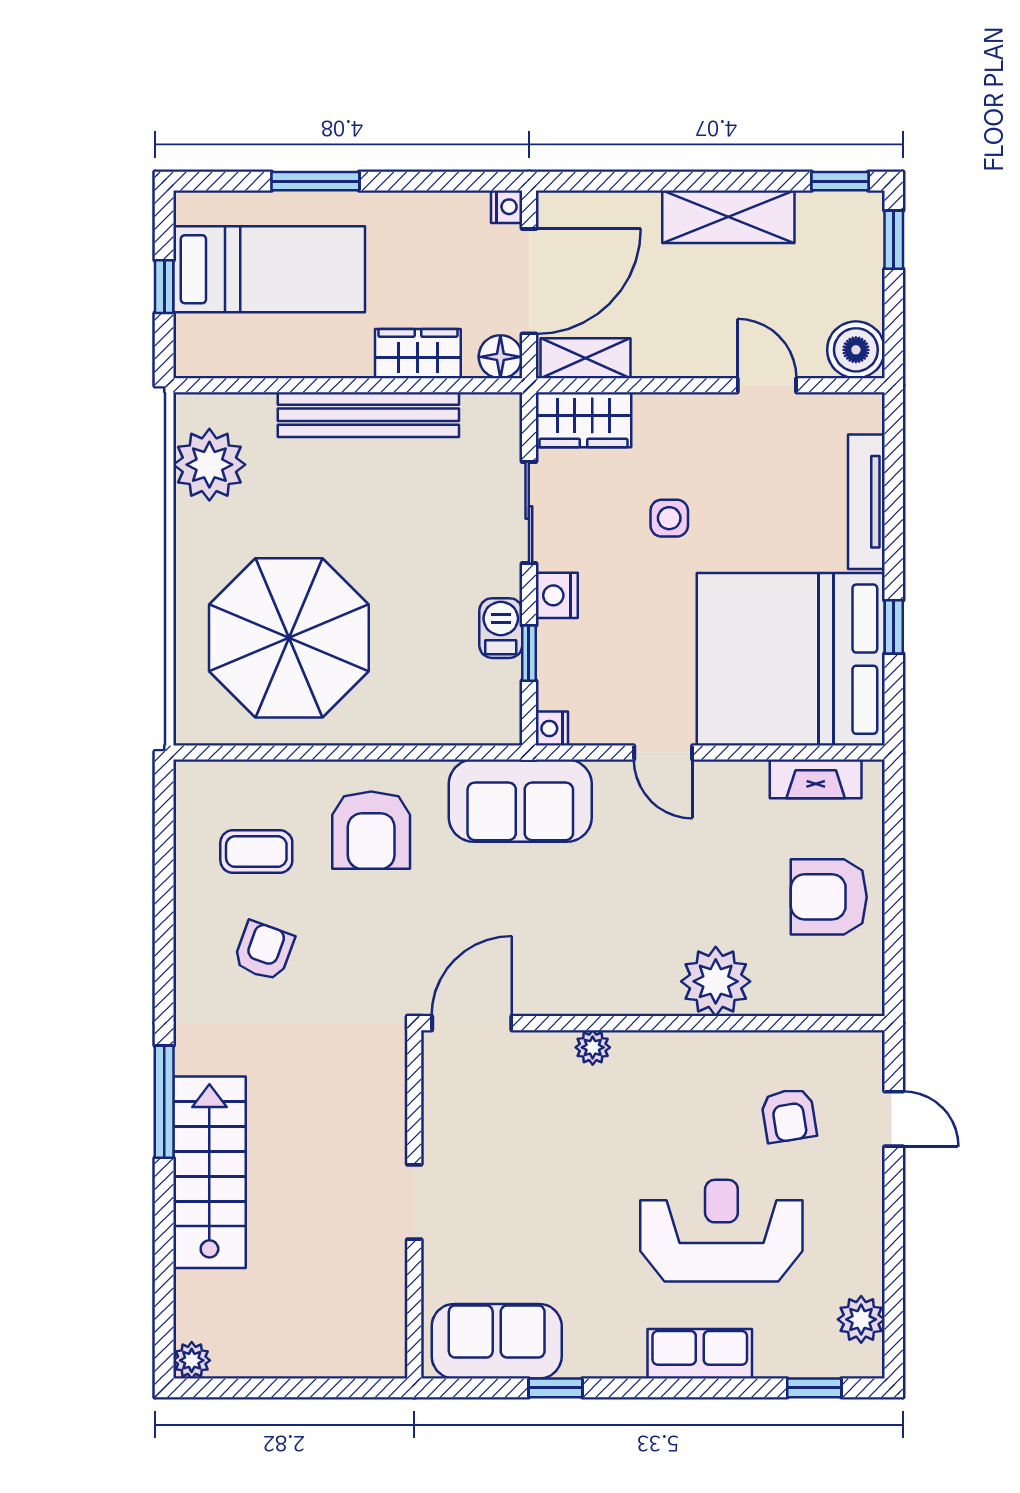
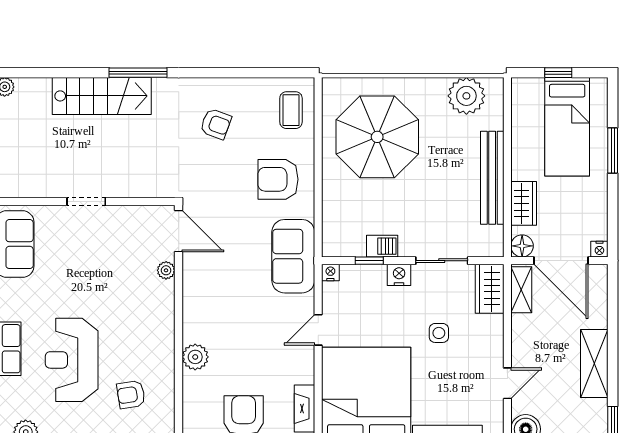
coffee table: (256, 852) -> (291, 110), moved
plant: (716, 981) -> (195, 357), width x0.73, depth x0.73
plant: (593, 1047) -> (166, 270), moved
reception desk: (721, 1231) -> (72, 360), turned 180

